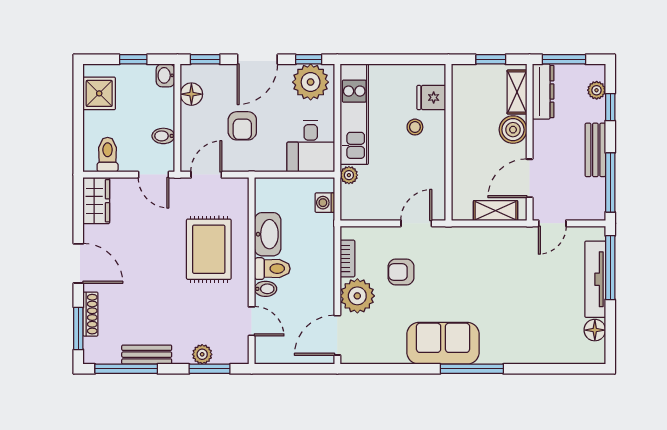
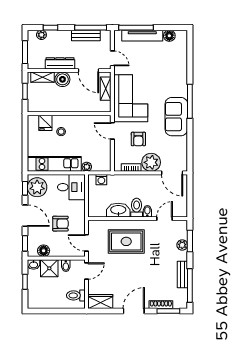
dresser: (543, 92) -> (60, 63), moved
shower: (99, 93) -> (49, 268), moved
bench: (595, 150) -> (86, 35), moved
corner sofa: (477, 258) -> (131, 98), added

